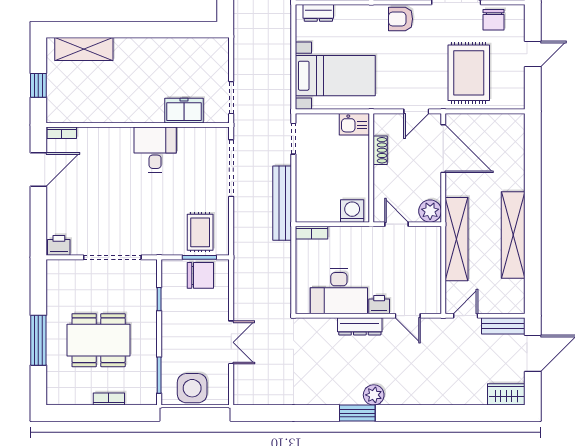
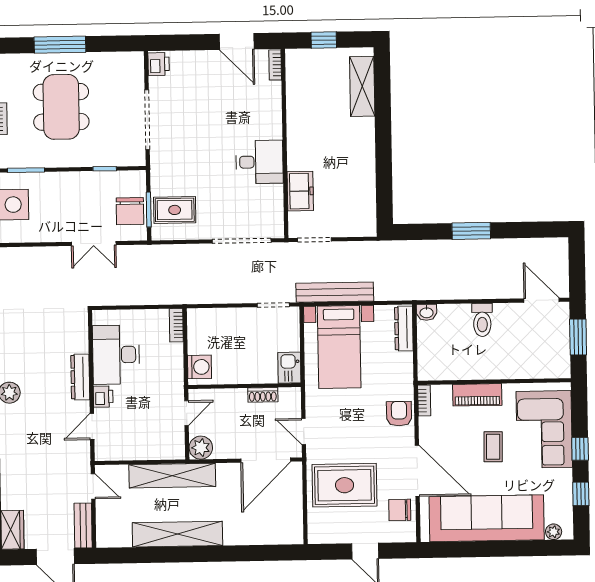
dresser: (318, 13) -> (404, 328), width x1.44
bench: (282, 203) -> (335, 292), moved
double door: (231, 342) -> (94, 244), moved

